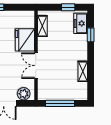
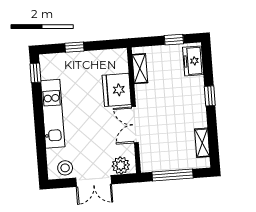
window: (91, 35) -> (210, 96), moved
shelving: (83, 71) -> (202, 143), moved

